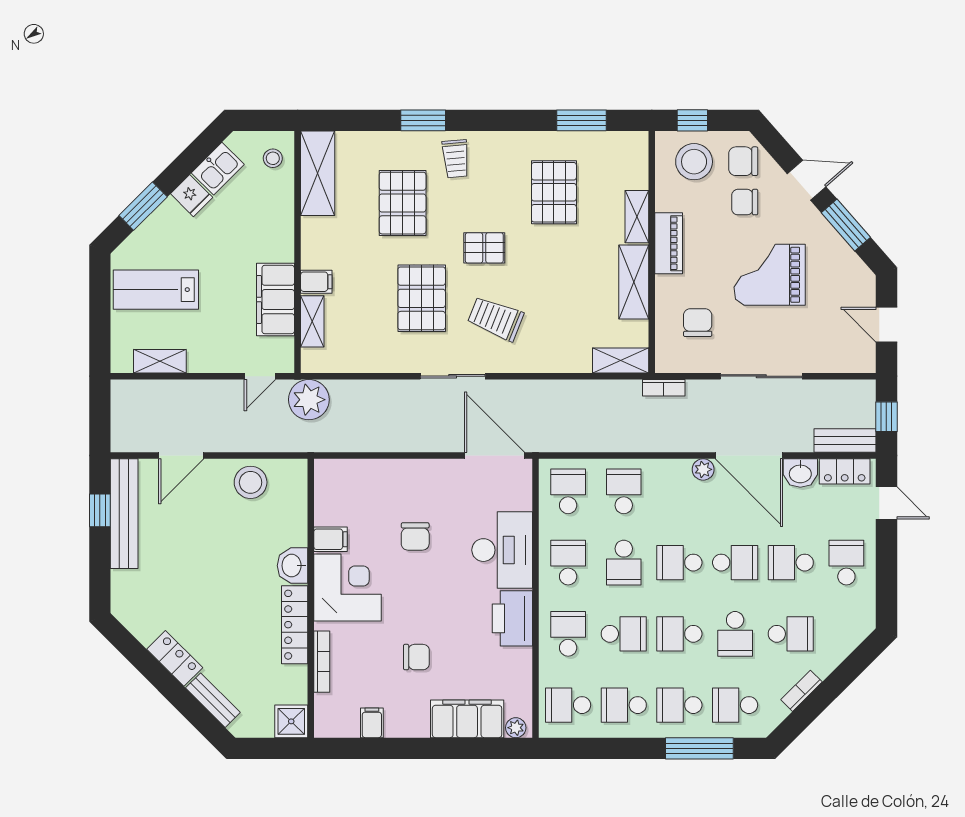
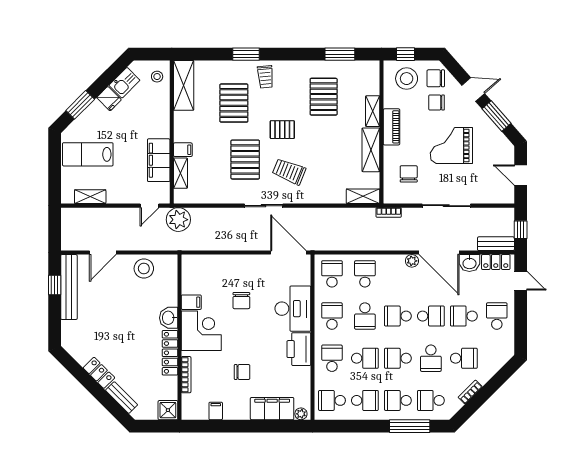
school desk: (624, 705) -> (365, 400), turned 180

